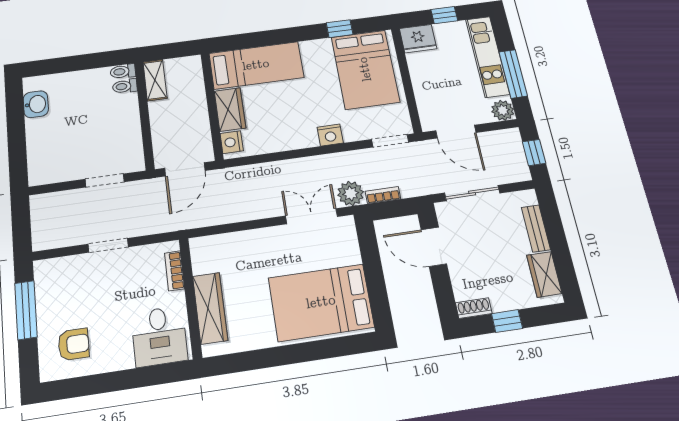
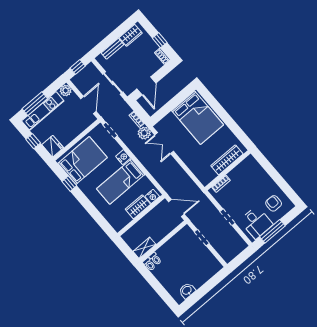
bed: (256, 65) -> (121, 182), moved, turned -90
window: (513, 74) -> (35, 104), moved
desk: (159, 336) -> (256, 222), moved, turned 90

